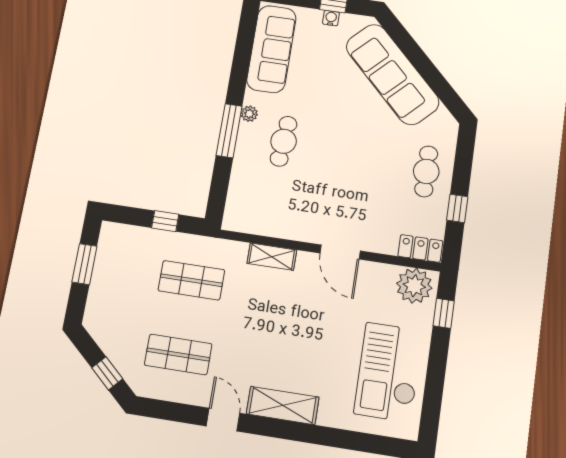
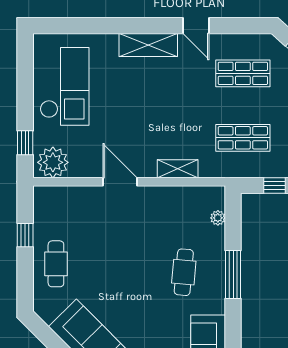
plant: (249, 114) -> (218, 218), moved
locker: (420, 248) -> (52, 195), removed

